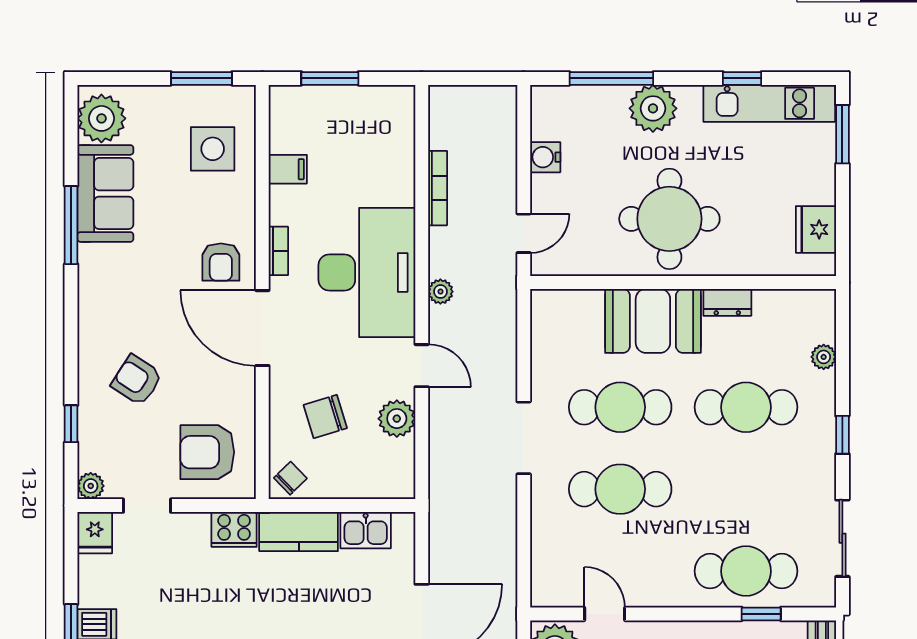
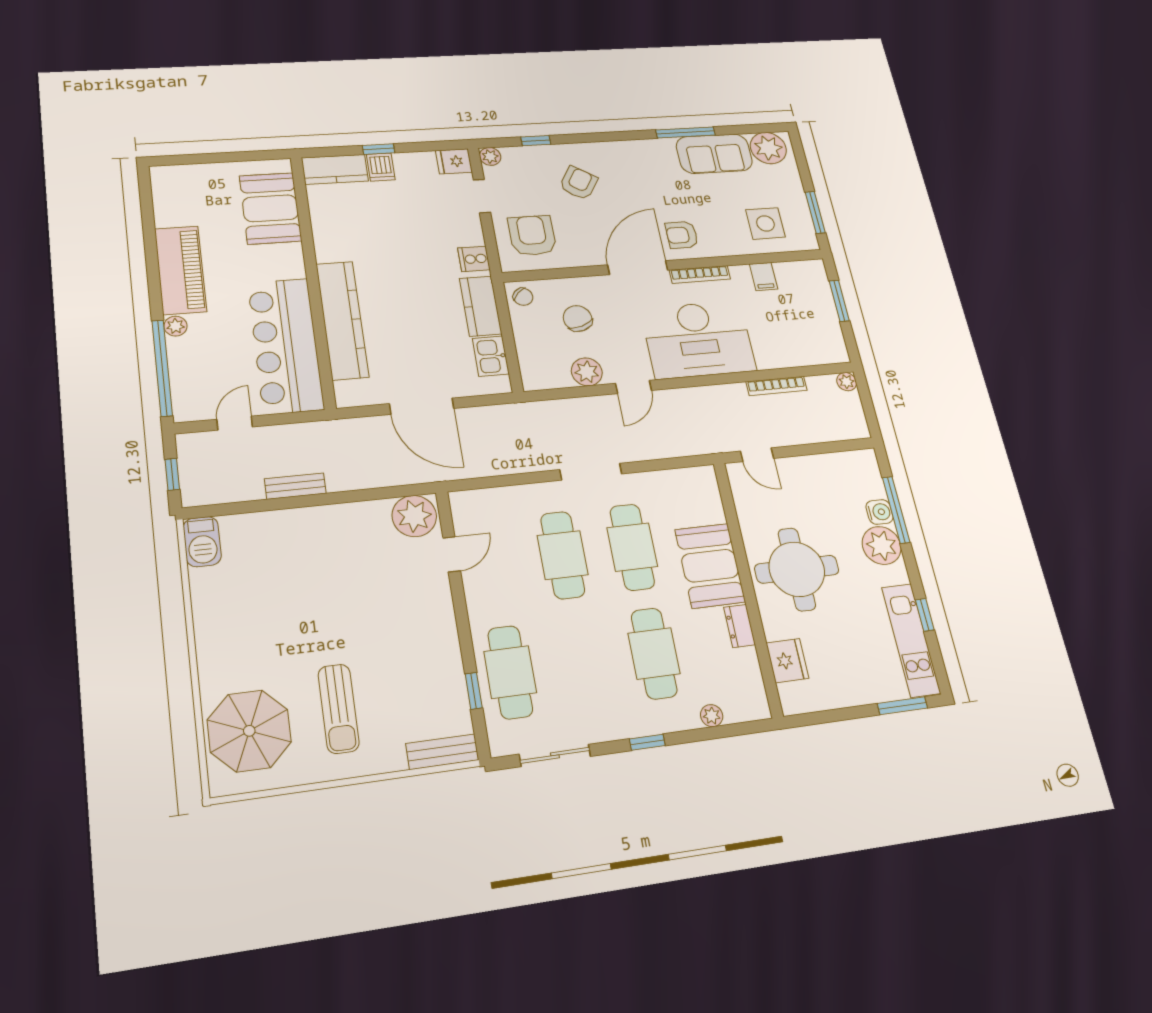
water cooler: (545, 157) -> (880, 512), moved, turned 90
fridge: (816, 229) -> (787, 661), moved, turned 90
bookcase: (278, 251) -> (700, 275), width x1.56
plant: (440, 292) -> (847, 382), moved
cooker: (234, 529) -> (474, 259), width x0.73

